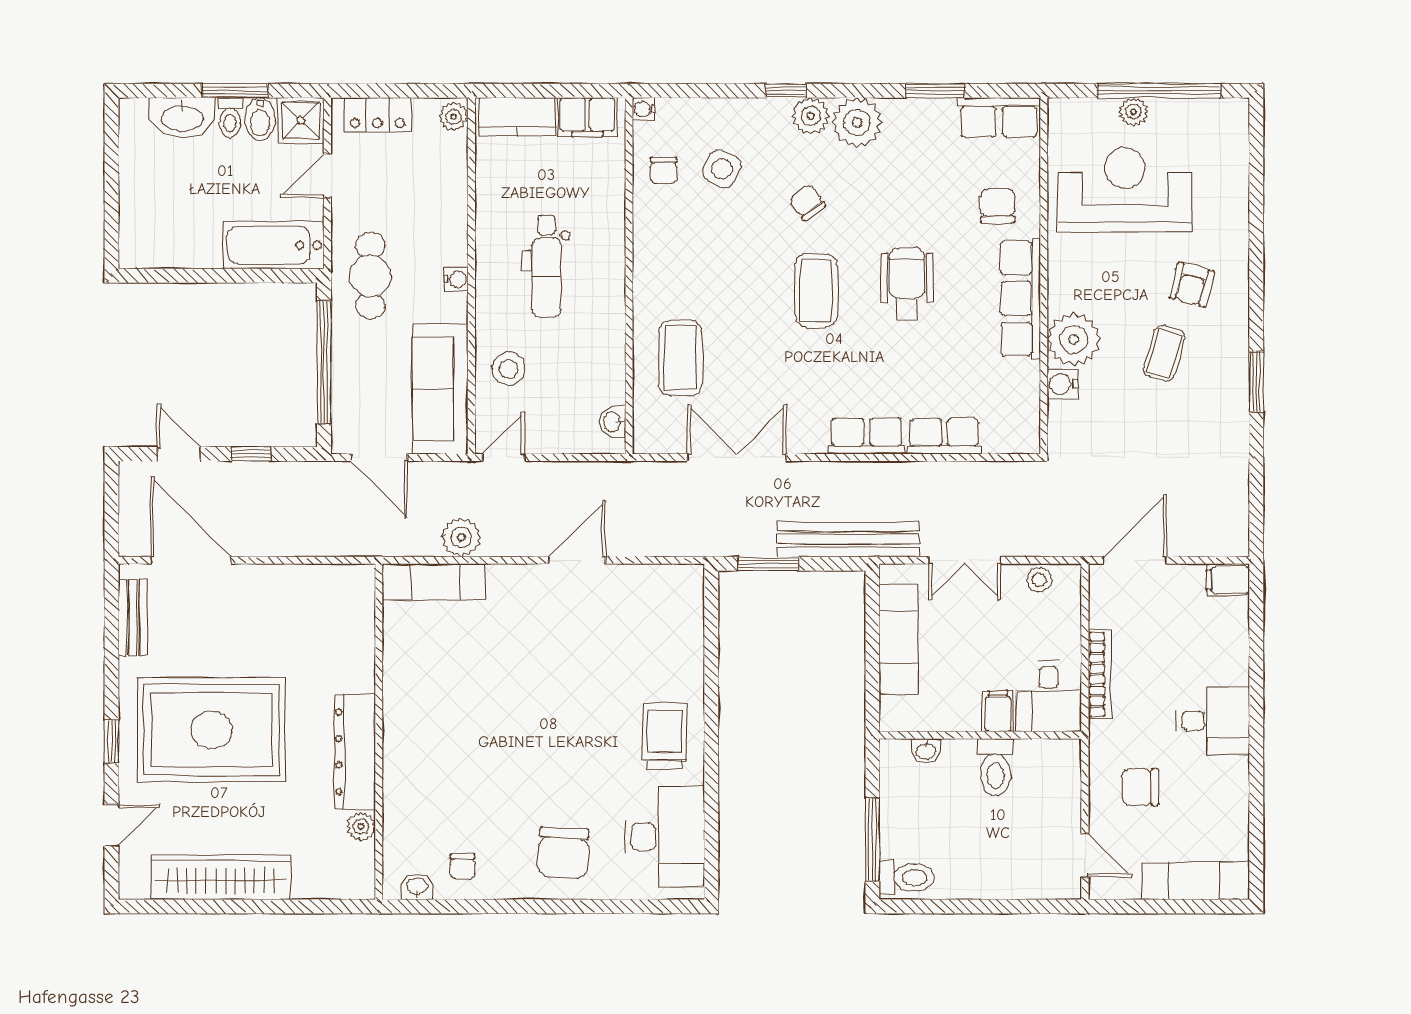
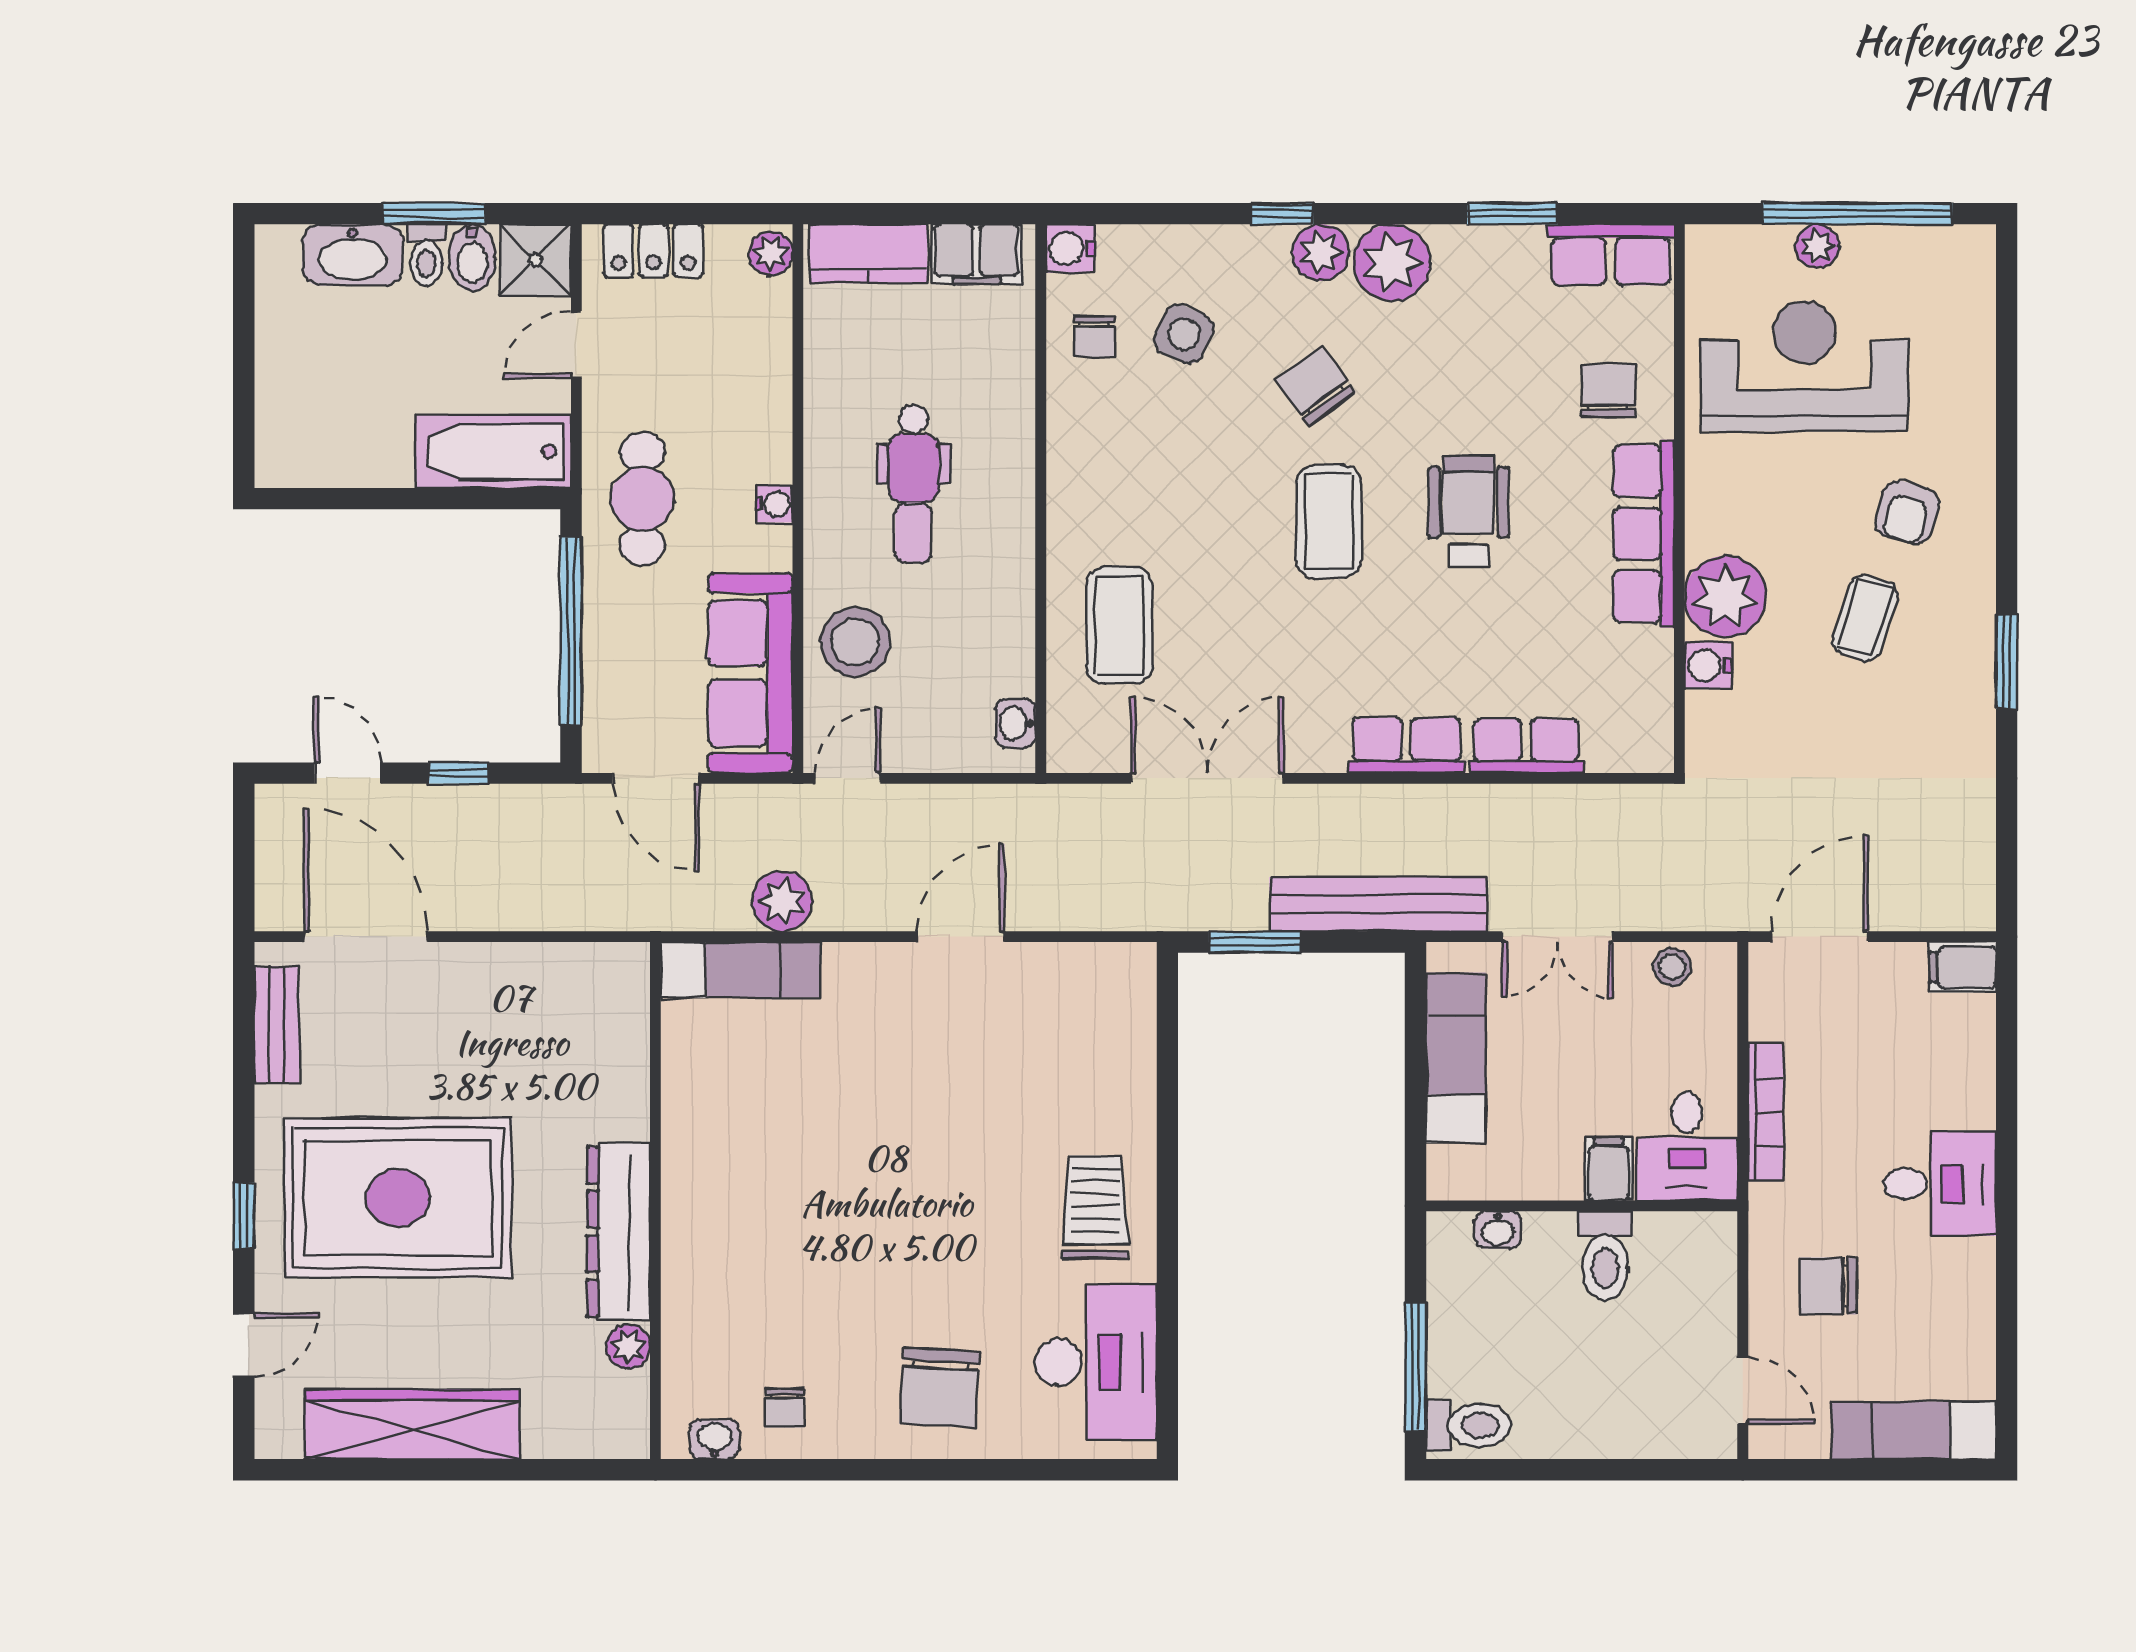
water cooler: (644, 109) -> (1070, 248), width x1.38, depth x1.38
chair: (807, 202) -> (1315, 386), width x1.37, depth x1.37
stool: (508, 369) -> (855, 642), width x1.38, depth x1.38

